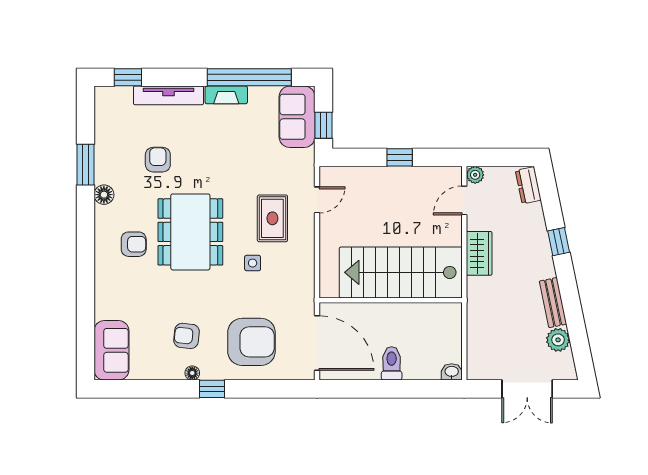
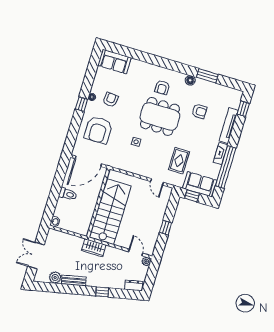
rug: (272, 218) -> (179, 161), moved, turned 90
wardrobe: (479, 253) -> (94, 248), moved

